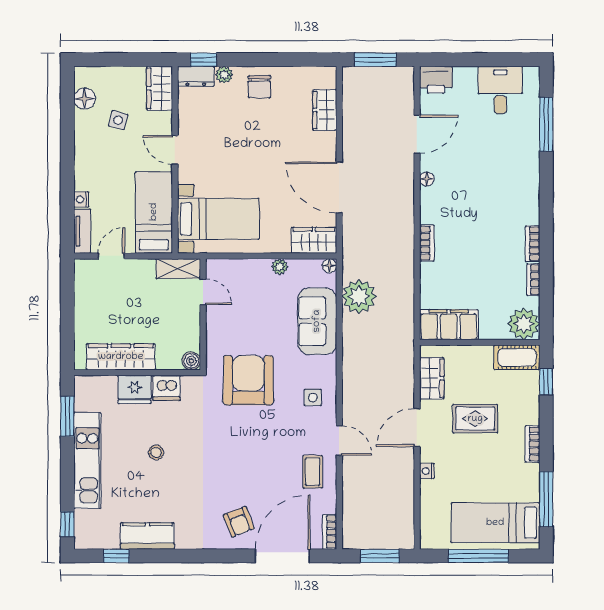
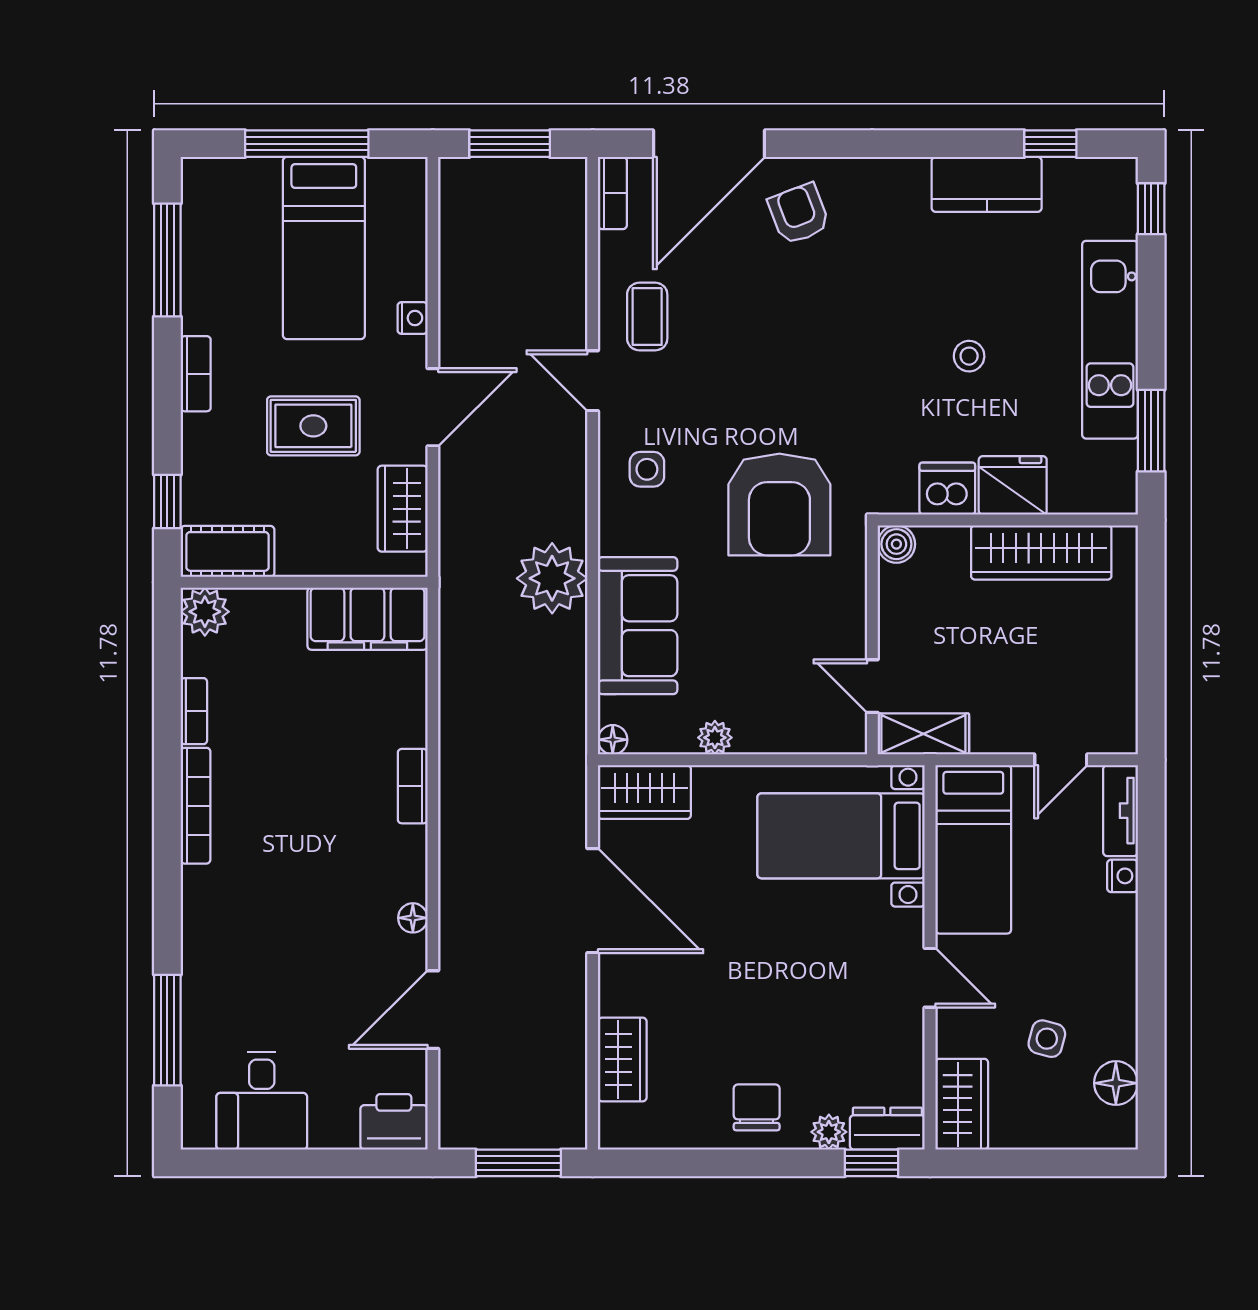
bookcase: (533, 244) -> (196, 806), width x1.56
plant: (359, 296) -> (552, 578), moved
plant: (524, 324) -> (205, 612), width x0.73, depth x0.73
bed: (495, 523) -> (324, 248), moved, turned 90

